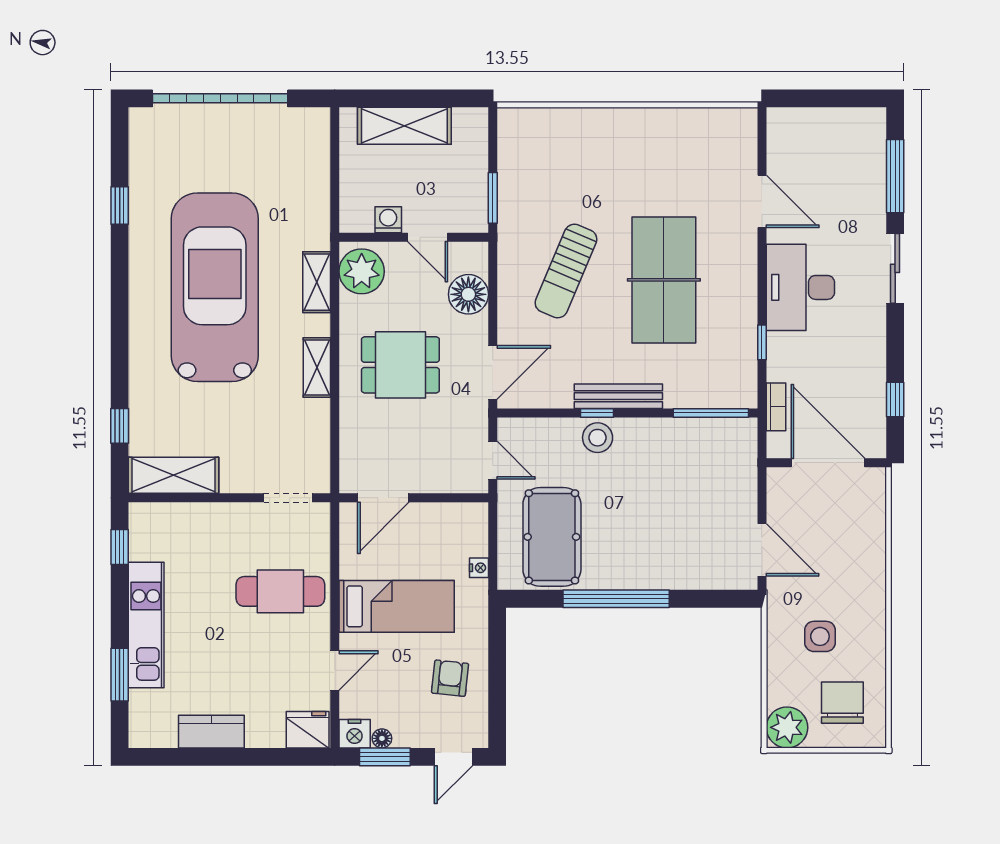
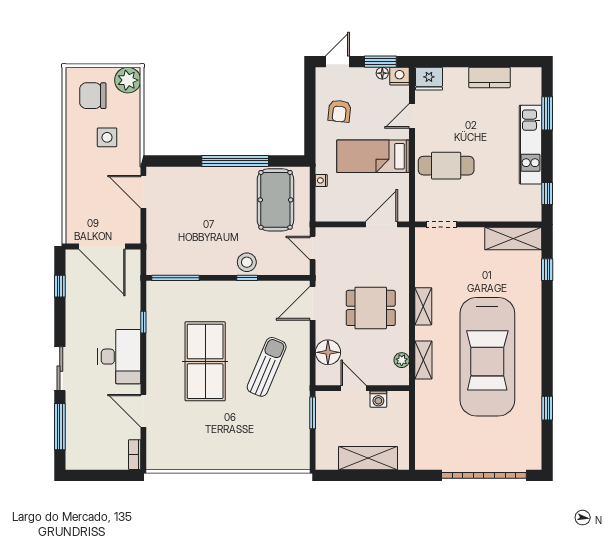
plant: (362, 271) -> (402, 360), width x0.53, depth x0.53
bench: (618, 396) -> (234, 288), removed
bookcase: (776, 407) -> (135, 455), moved
chair: (842, 703) -> (93, 96), turned 90

